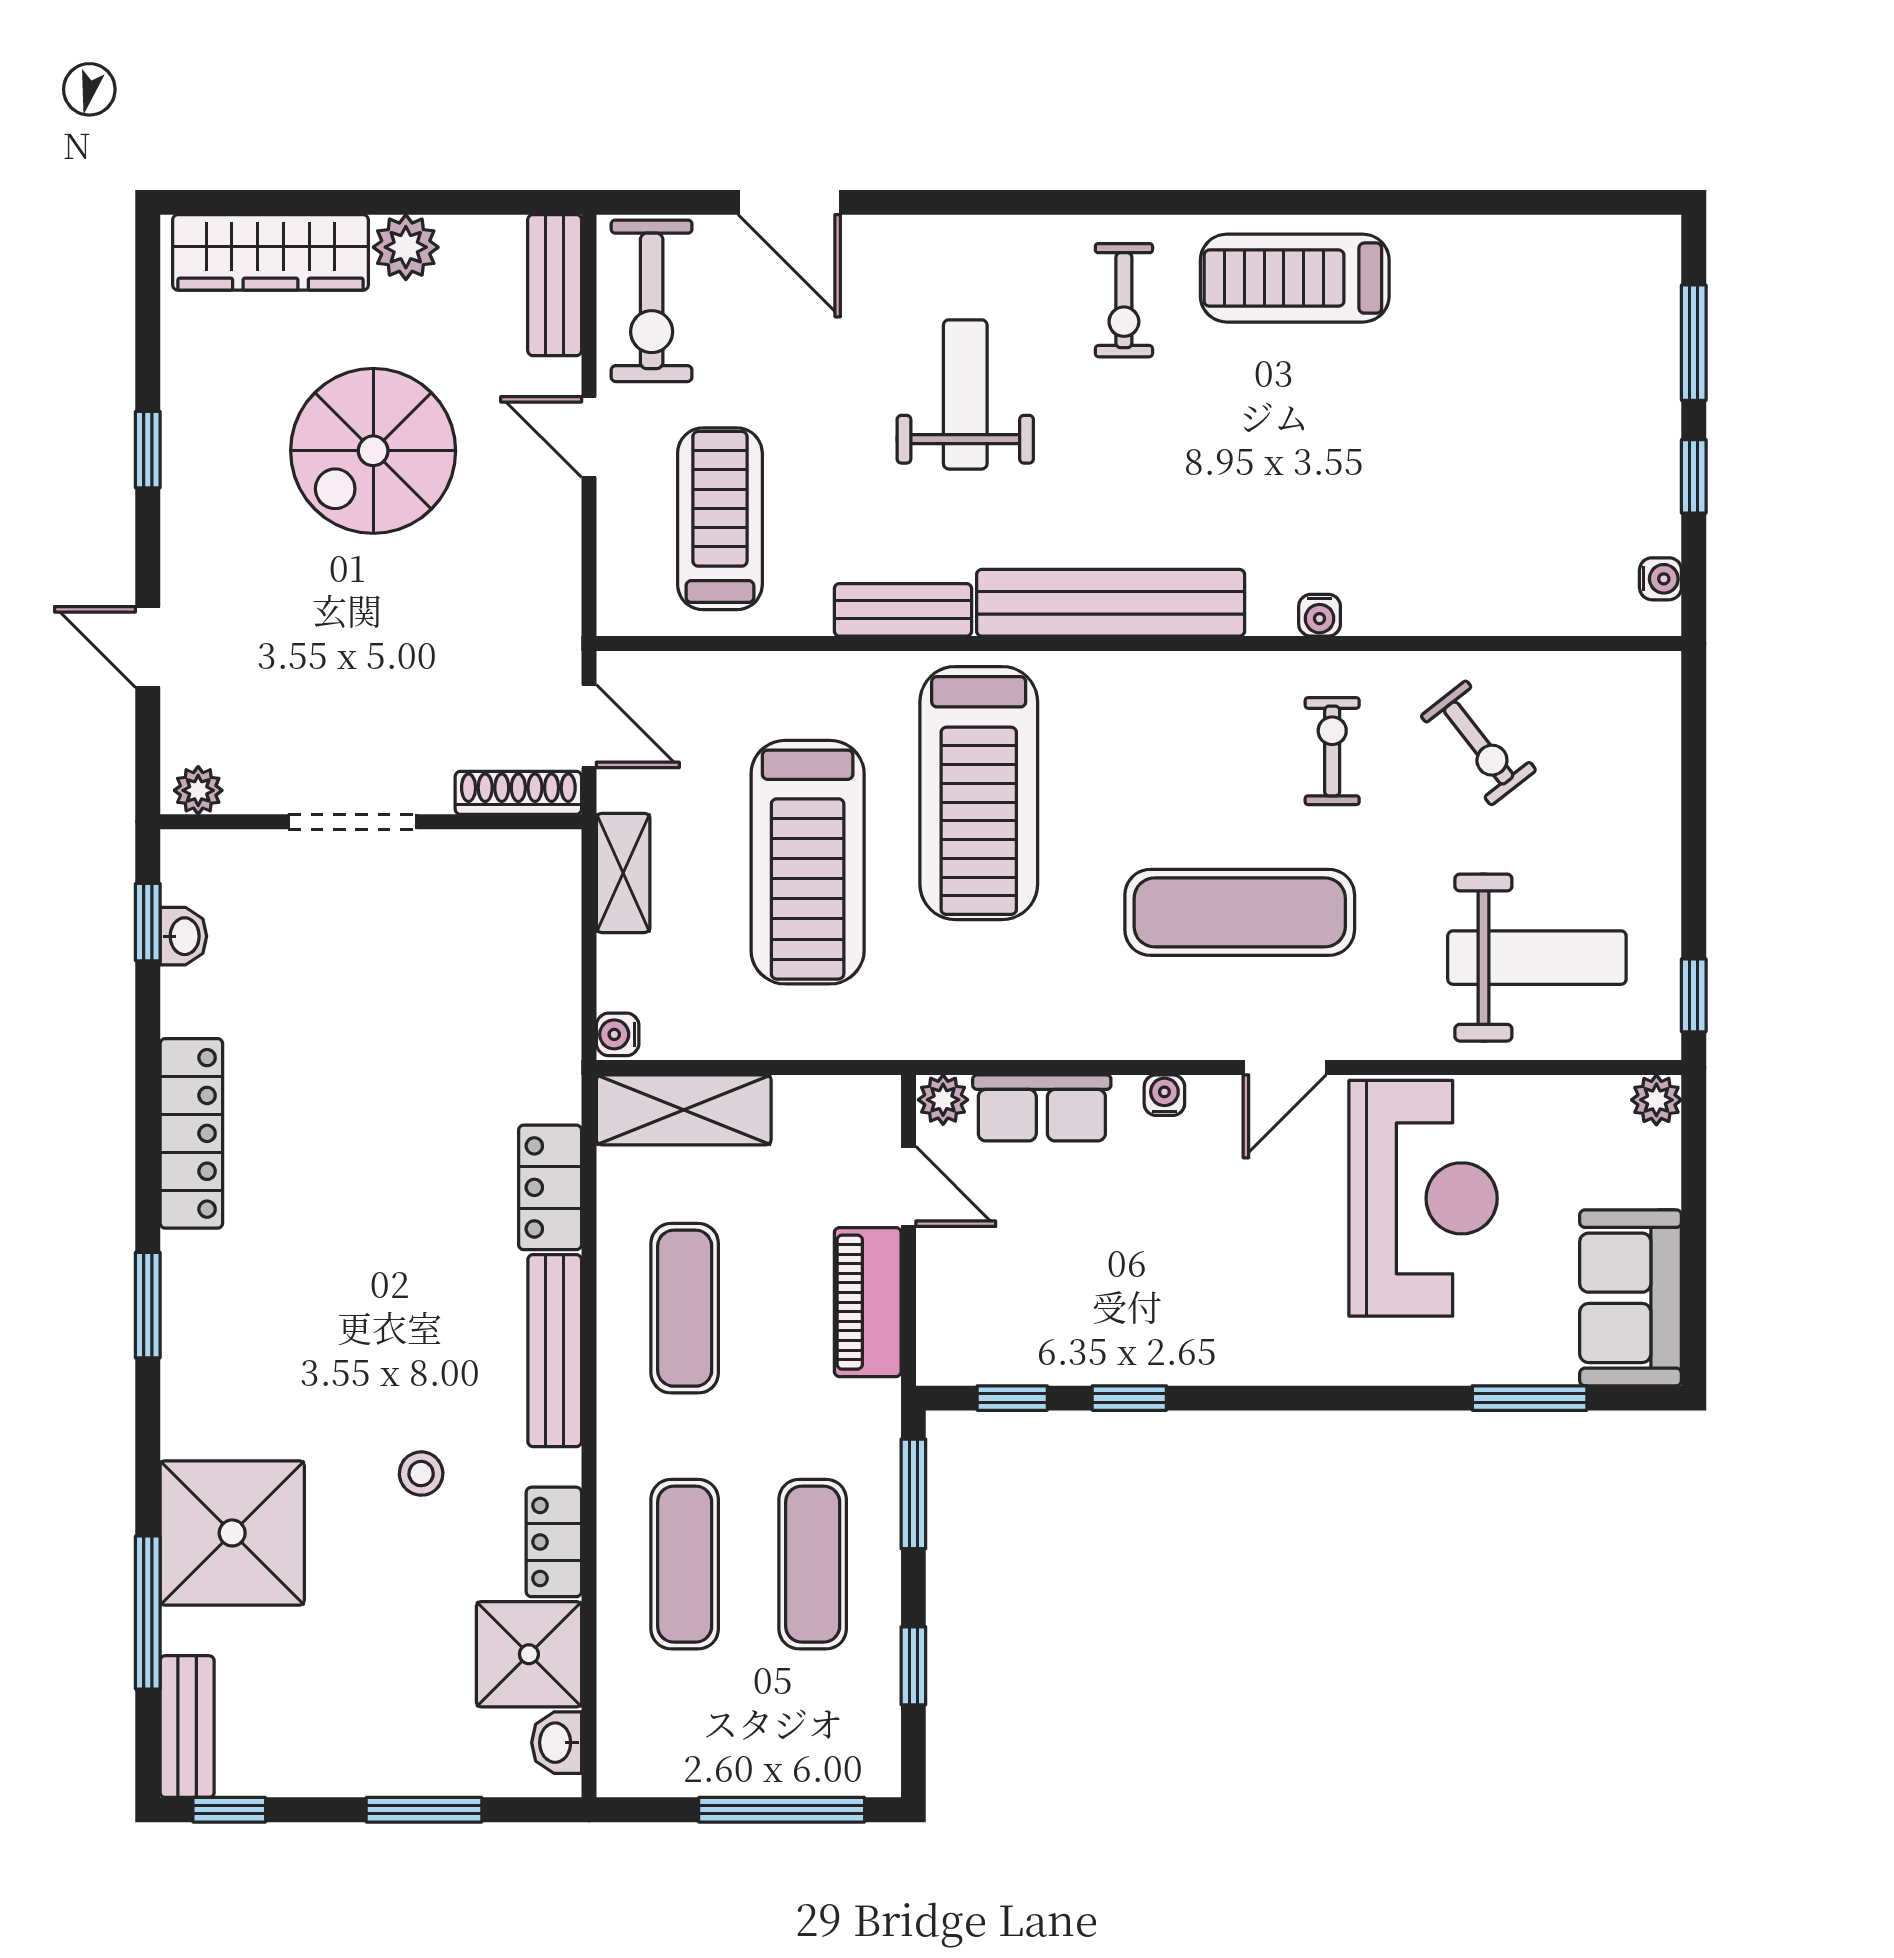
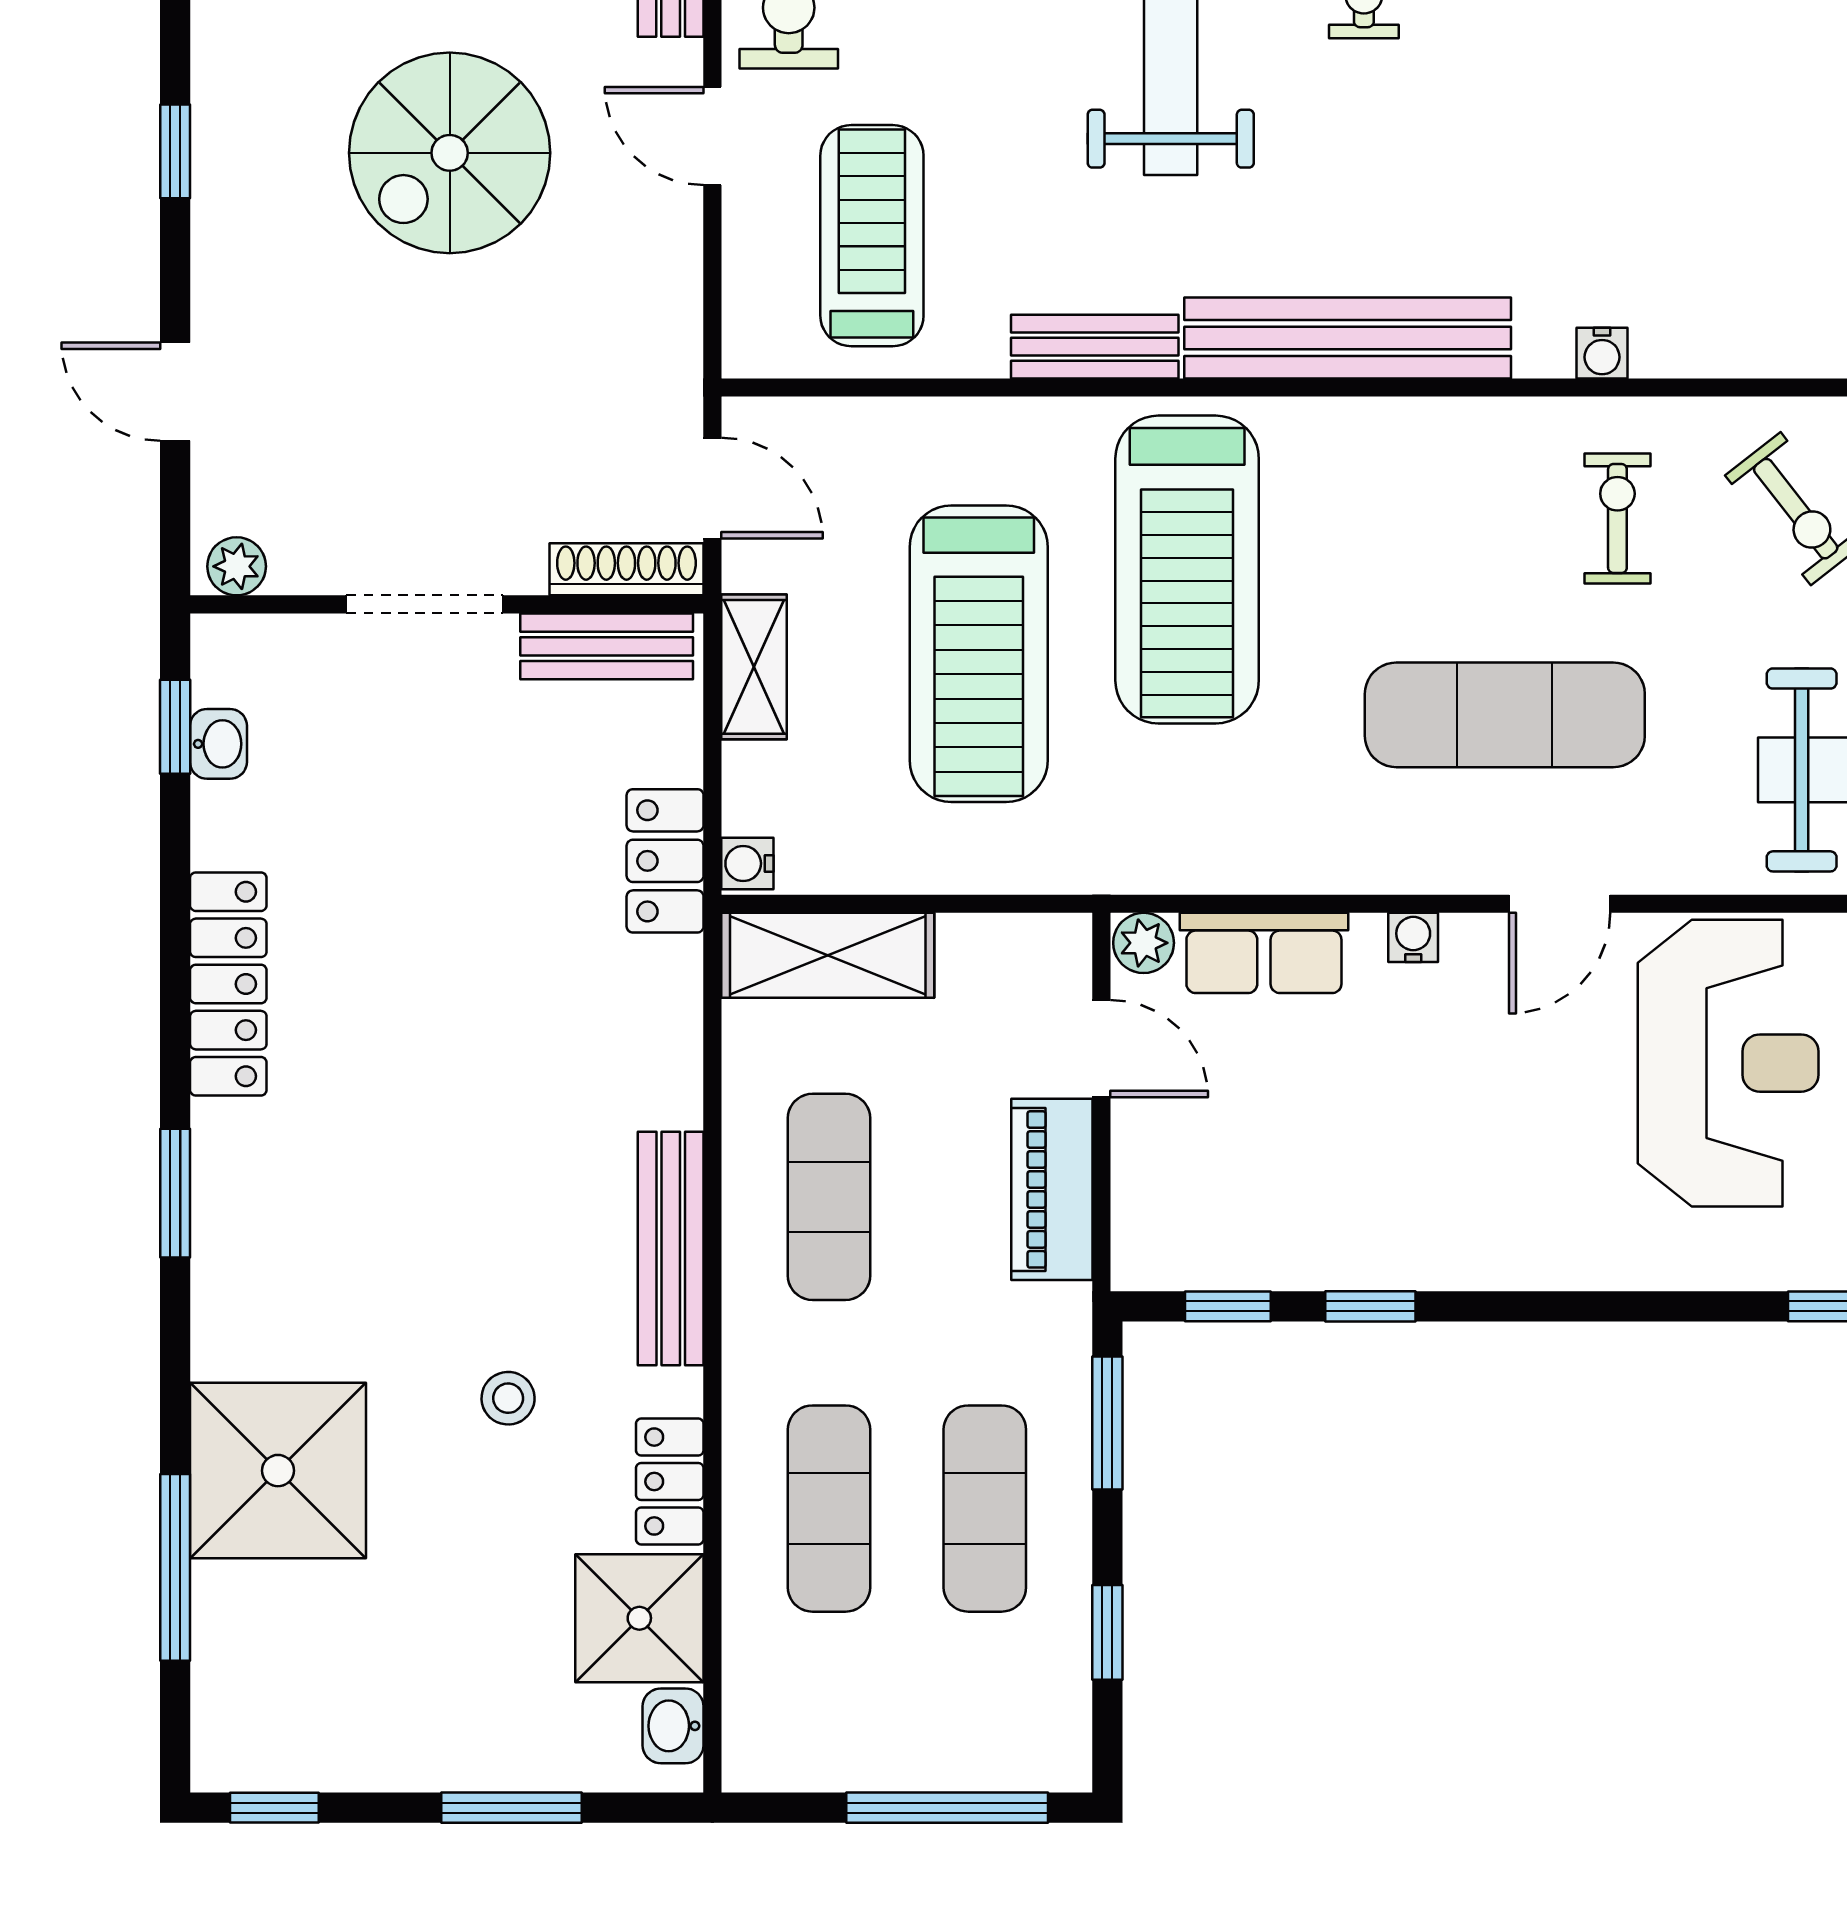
locker: (550, 1187) -> (665, 861), moved
bench: (187, 1727) -> (607, 646), moved, turned 90

